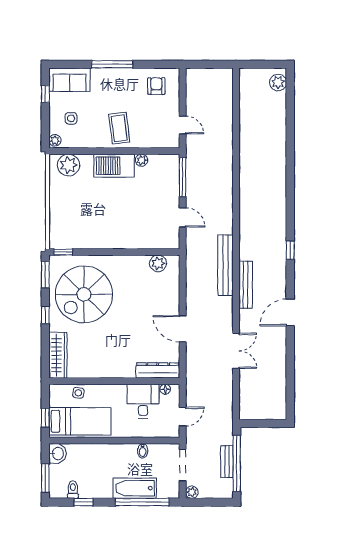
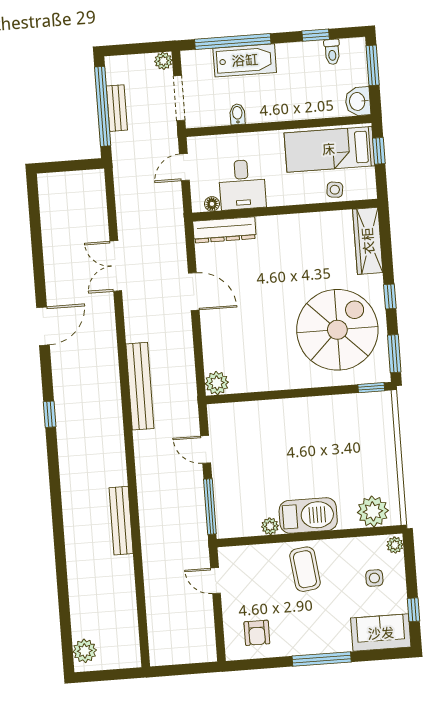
plant: (158, 263) -> (217, 383), moved
bench: (246, 285) -> (121, 521), moved

